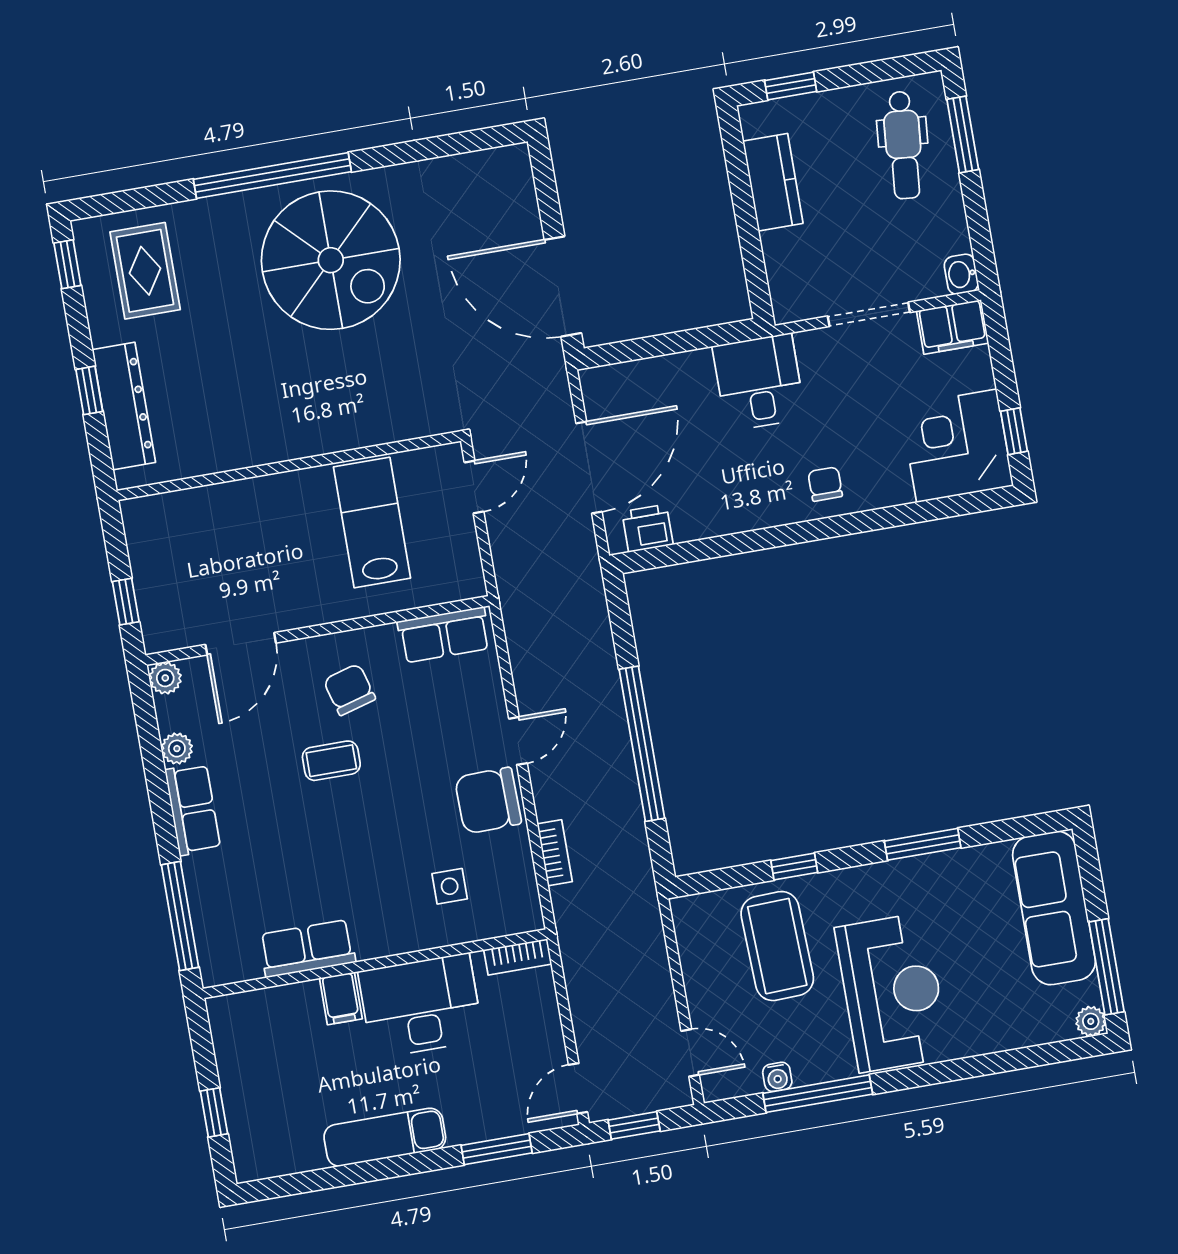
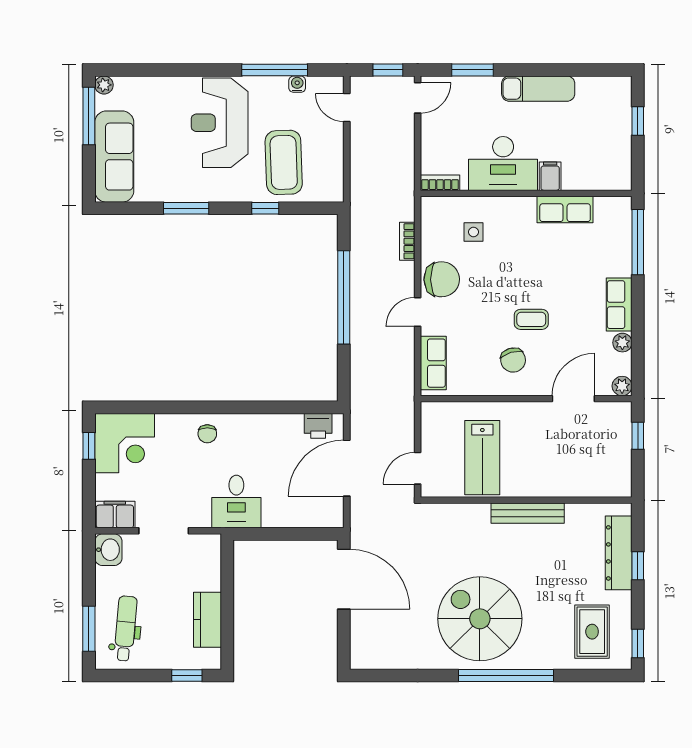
washbasin: (961, 274) -> (108, 550), width x1.38, depth x1.45
bench: (283, 445) -> (528, 513), added
row of seats: (444, 635) -> (433, 363), moved, turned 90

